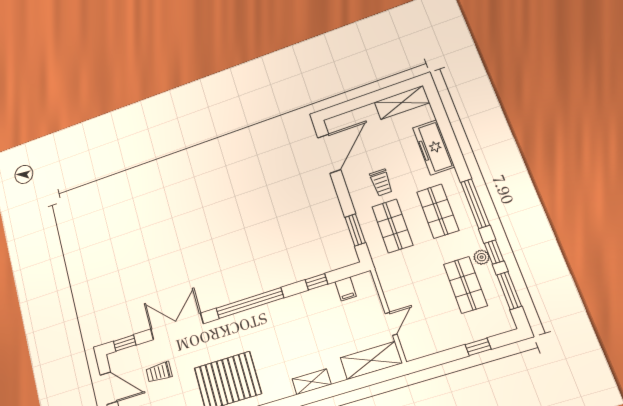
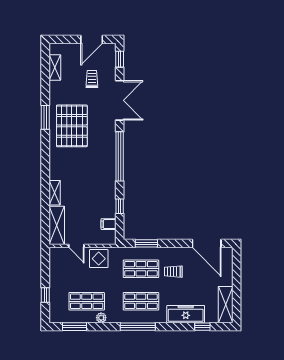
window: (494, 252) -> (202, 327), moved
display table: (398, 287) -> (99, 259), added
shelving: (312, 382) -> (55, 193), moved

